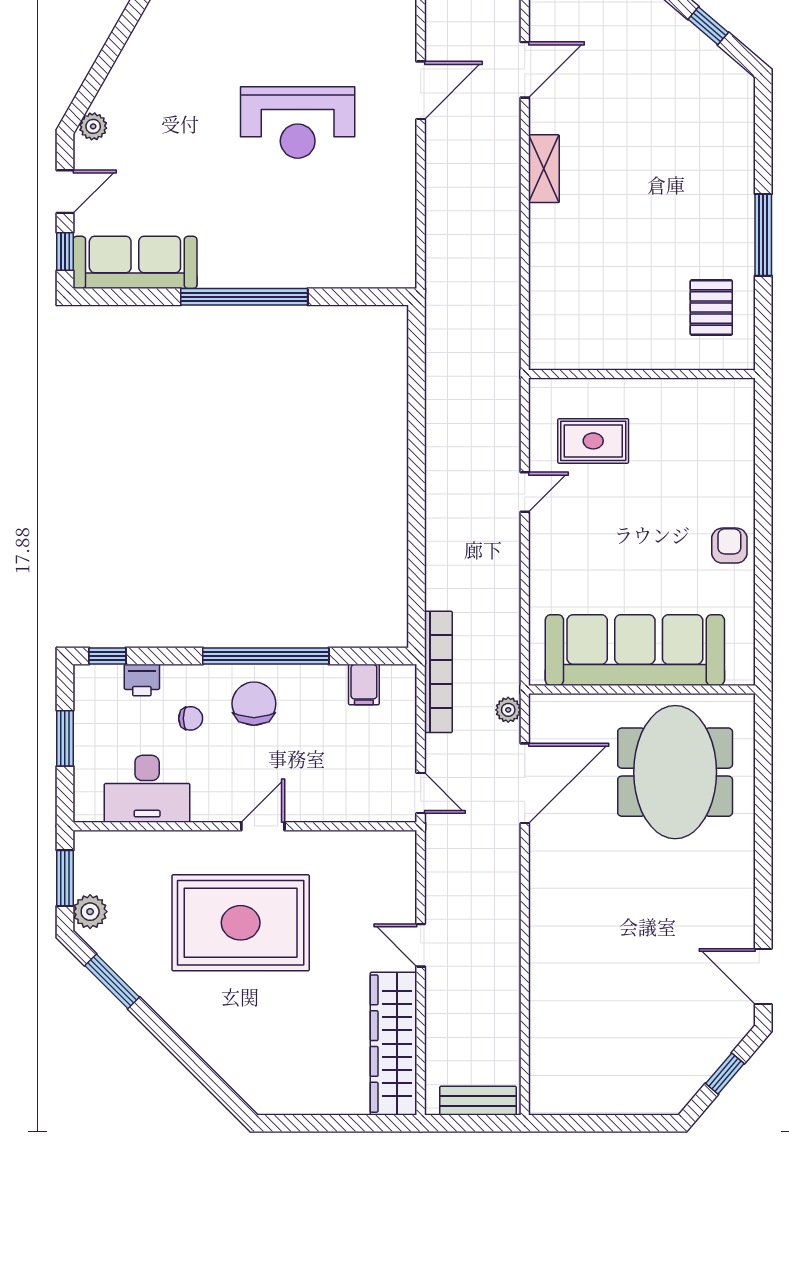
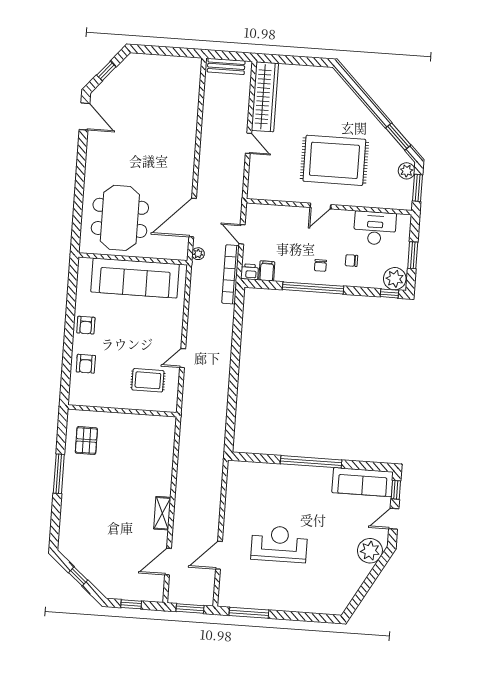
plant: (93, 126) -> (370, 551), width x1.88, depth x1.88
armchair: (724, 466) -> (86, 364), added
printer: (142, 680) -> (250, 272), moved
plant: (99, 687) -> (395, 279), added
chair: (254, 704) -> (320, 265), width x0.54, depth x0.54
door: (421, 793) -> (242, 234), moved

